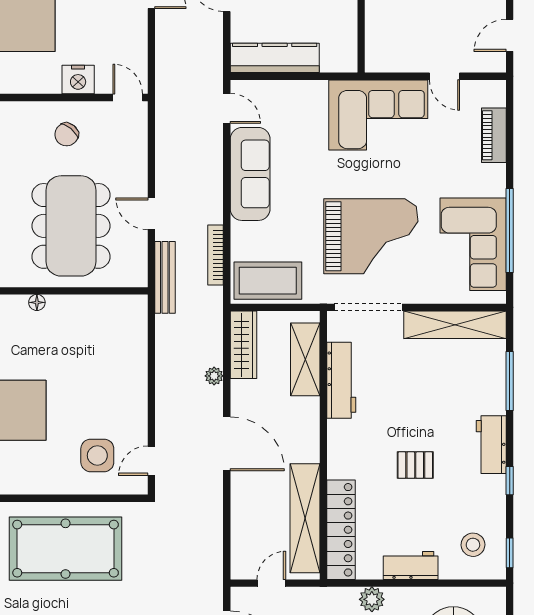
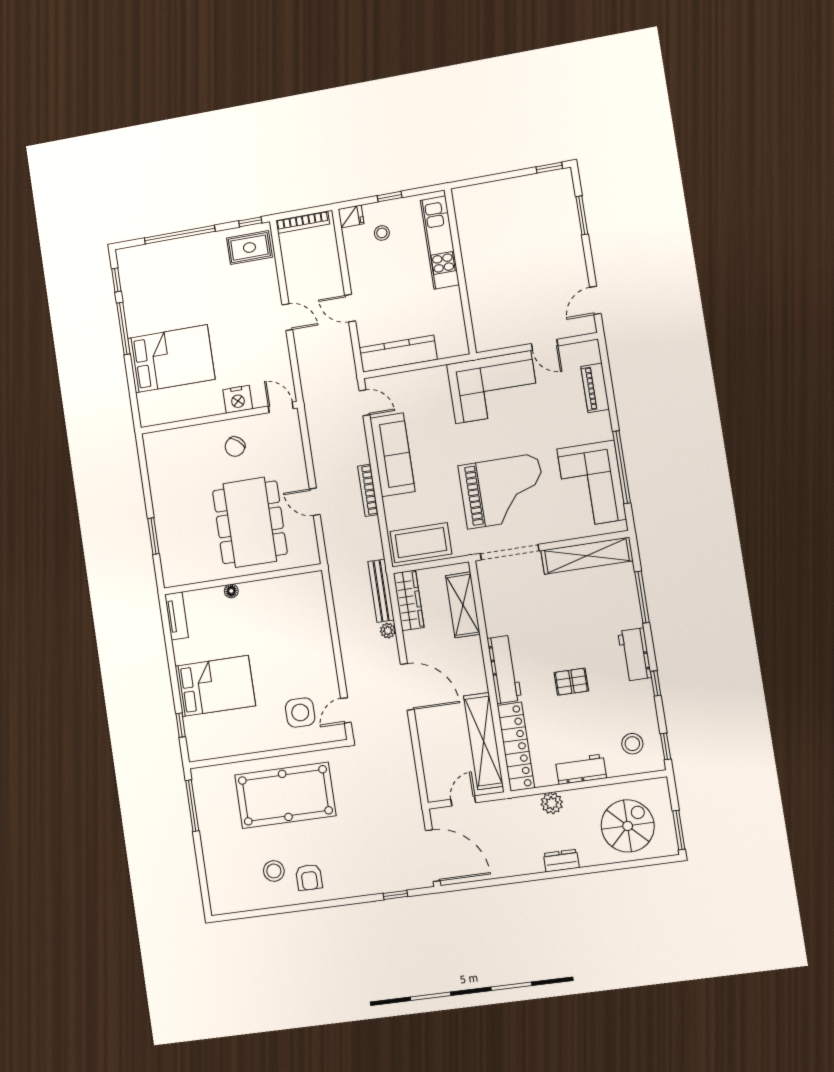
bookcase: (216, 255) -> (368, 490), moved
bench: (165, 277) -> (381, 591), moved
workbench: (341, 380) -> (504, 669), moved

